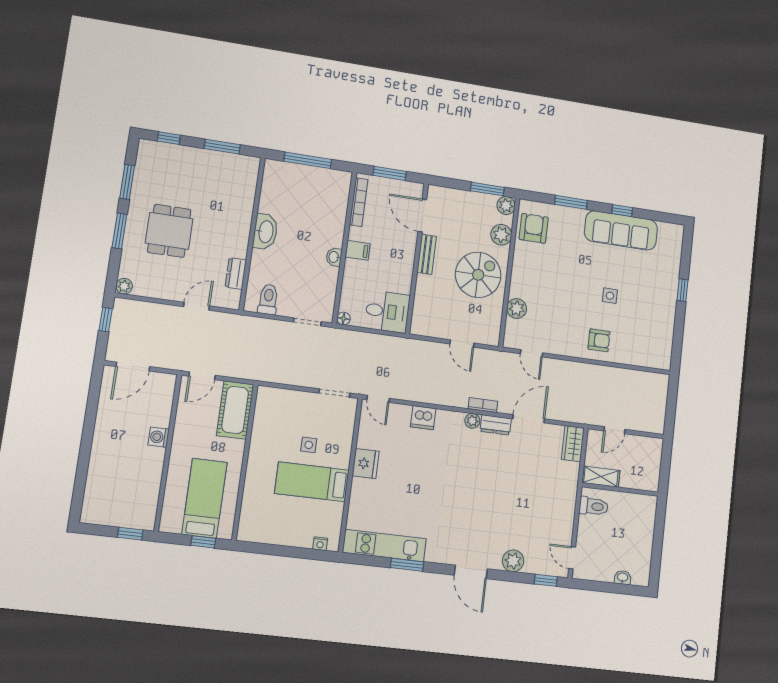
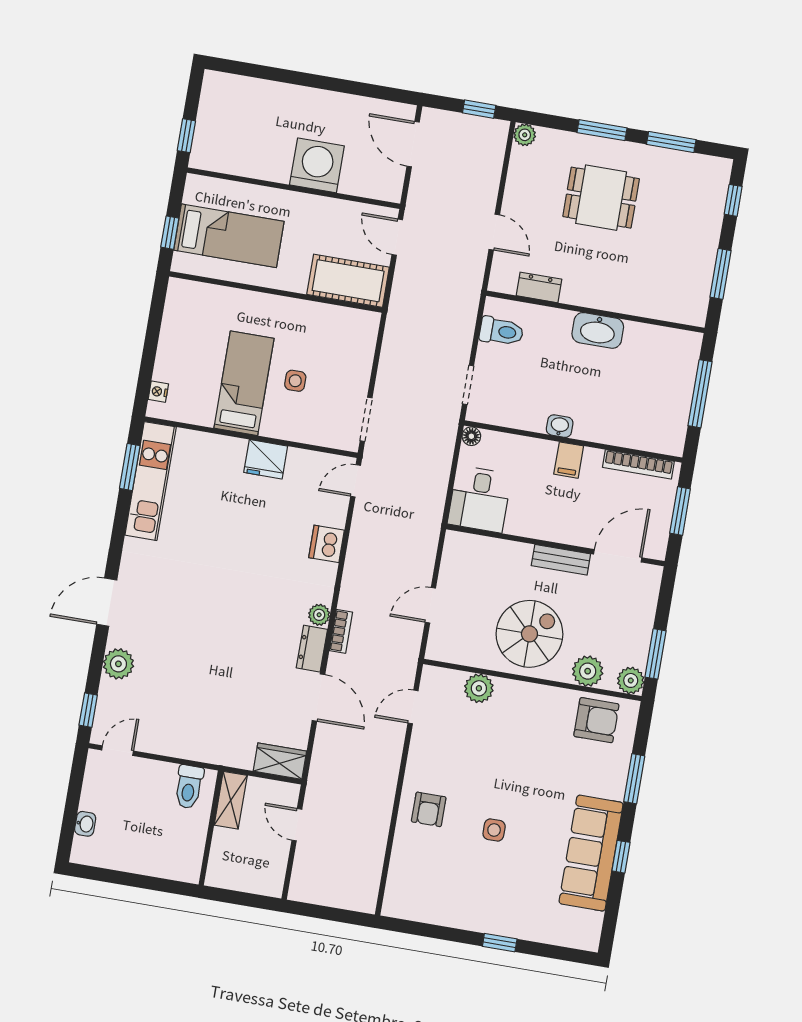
spiral stairs: (478, 275) -> (529, 634), turned -90
washing machine: (159, 437) -> (317, 165), width x1.89, depth x1.89
window: (407, 565) -> (130, 467), moved

